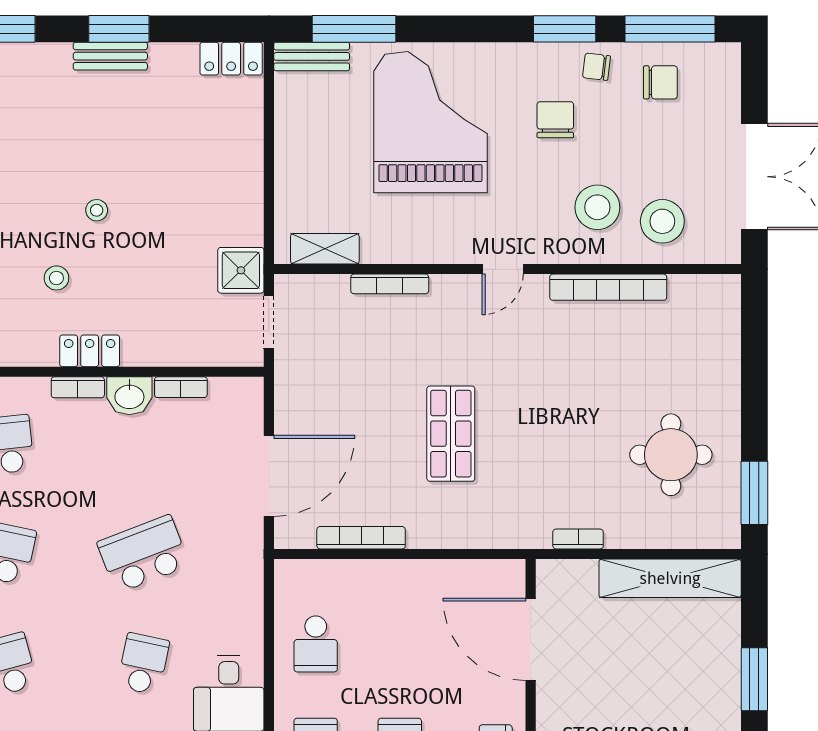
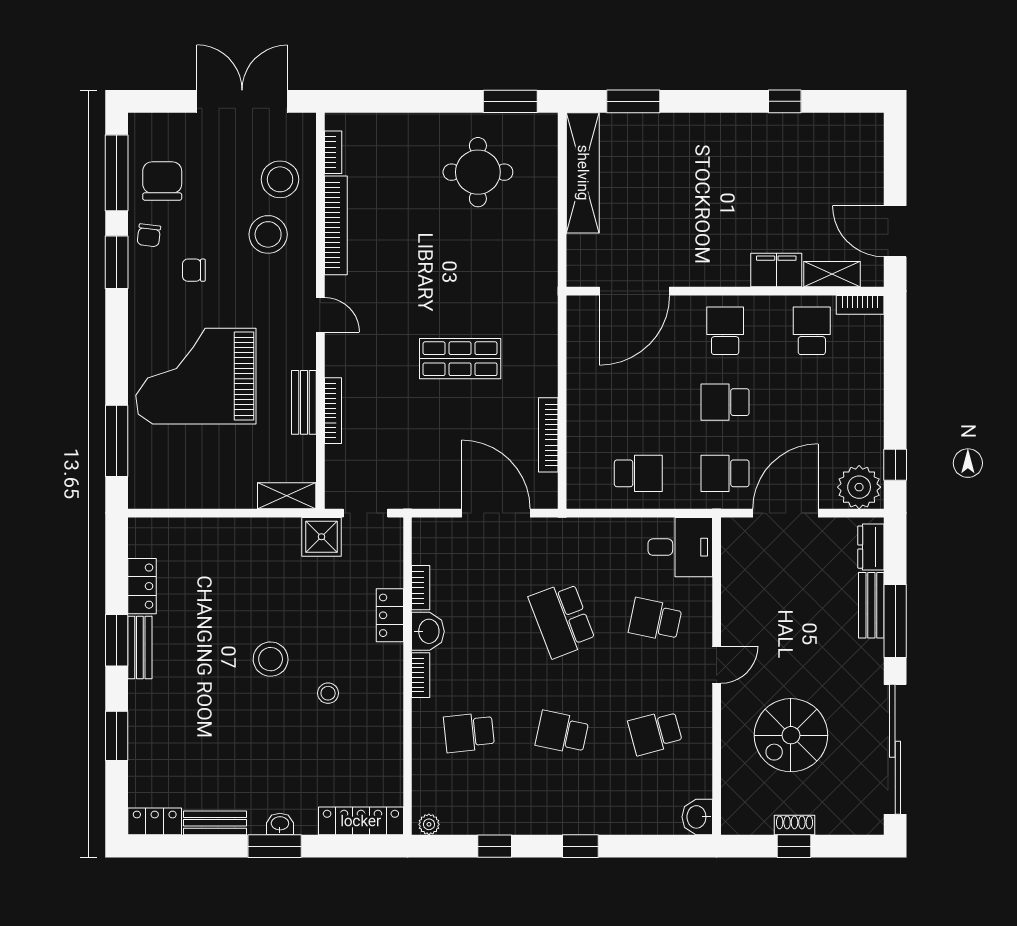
bench: (312, 56) -> (304, 402), moved
locker: (231, 59) -> (142, 586), moved
chair: (660, 82) -> (162, 181), width x1.37, depth x1.37
chair: (555, 120) -> (194, 270), width x0.73, depth x0.73
stool: (97, 210) -> (271, 659), width x1.89, depth x1.89
shelving: (325, 249) -> (287, 496), moved, turned 90
locker: (90, 351) -> (390, 615), moved
bookcase: (578, 539) -> (333, 152), moved, turned 180
window: (754, 679) -> (633, 101), moved

